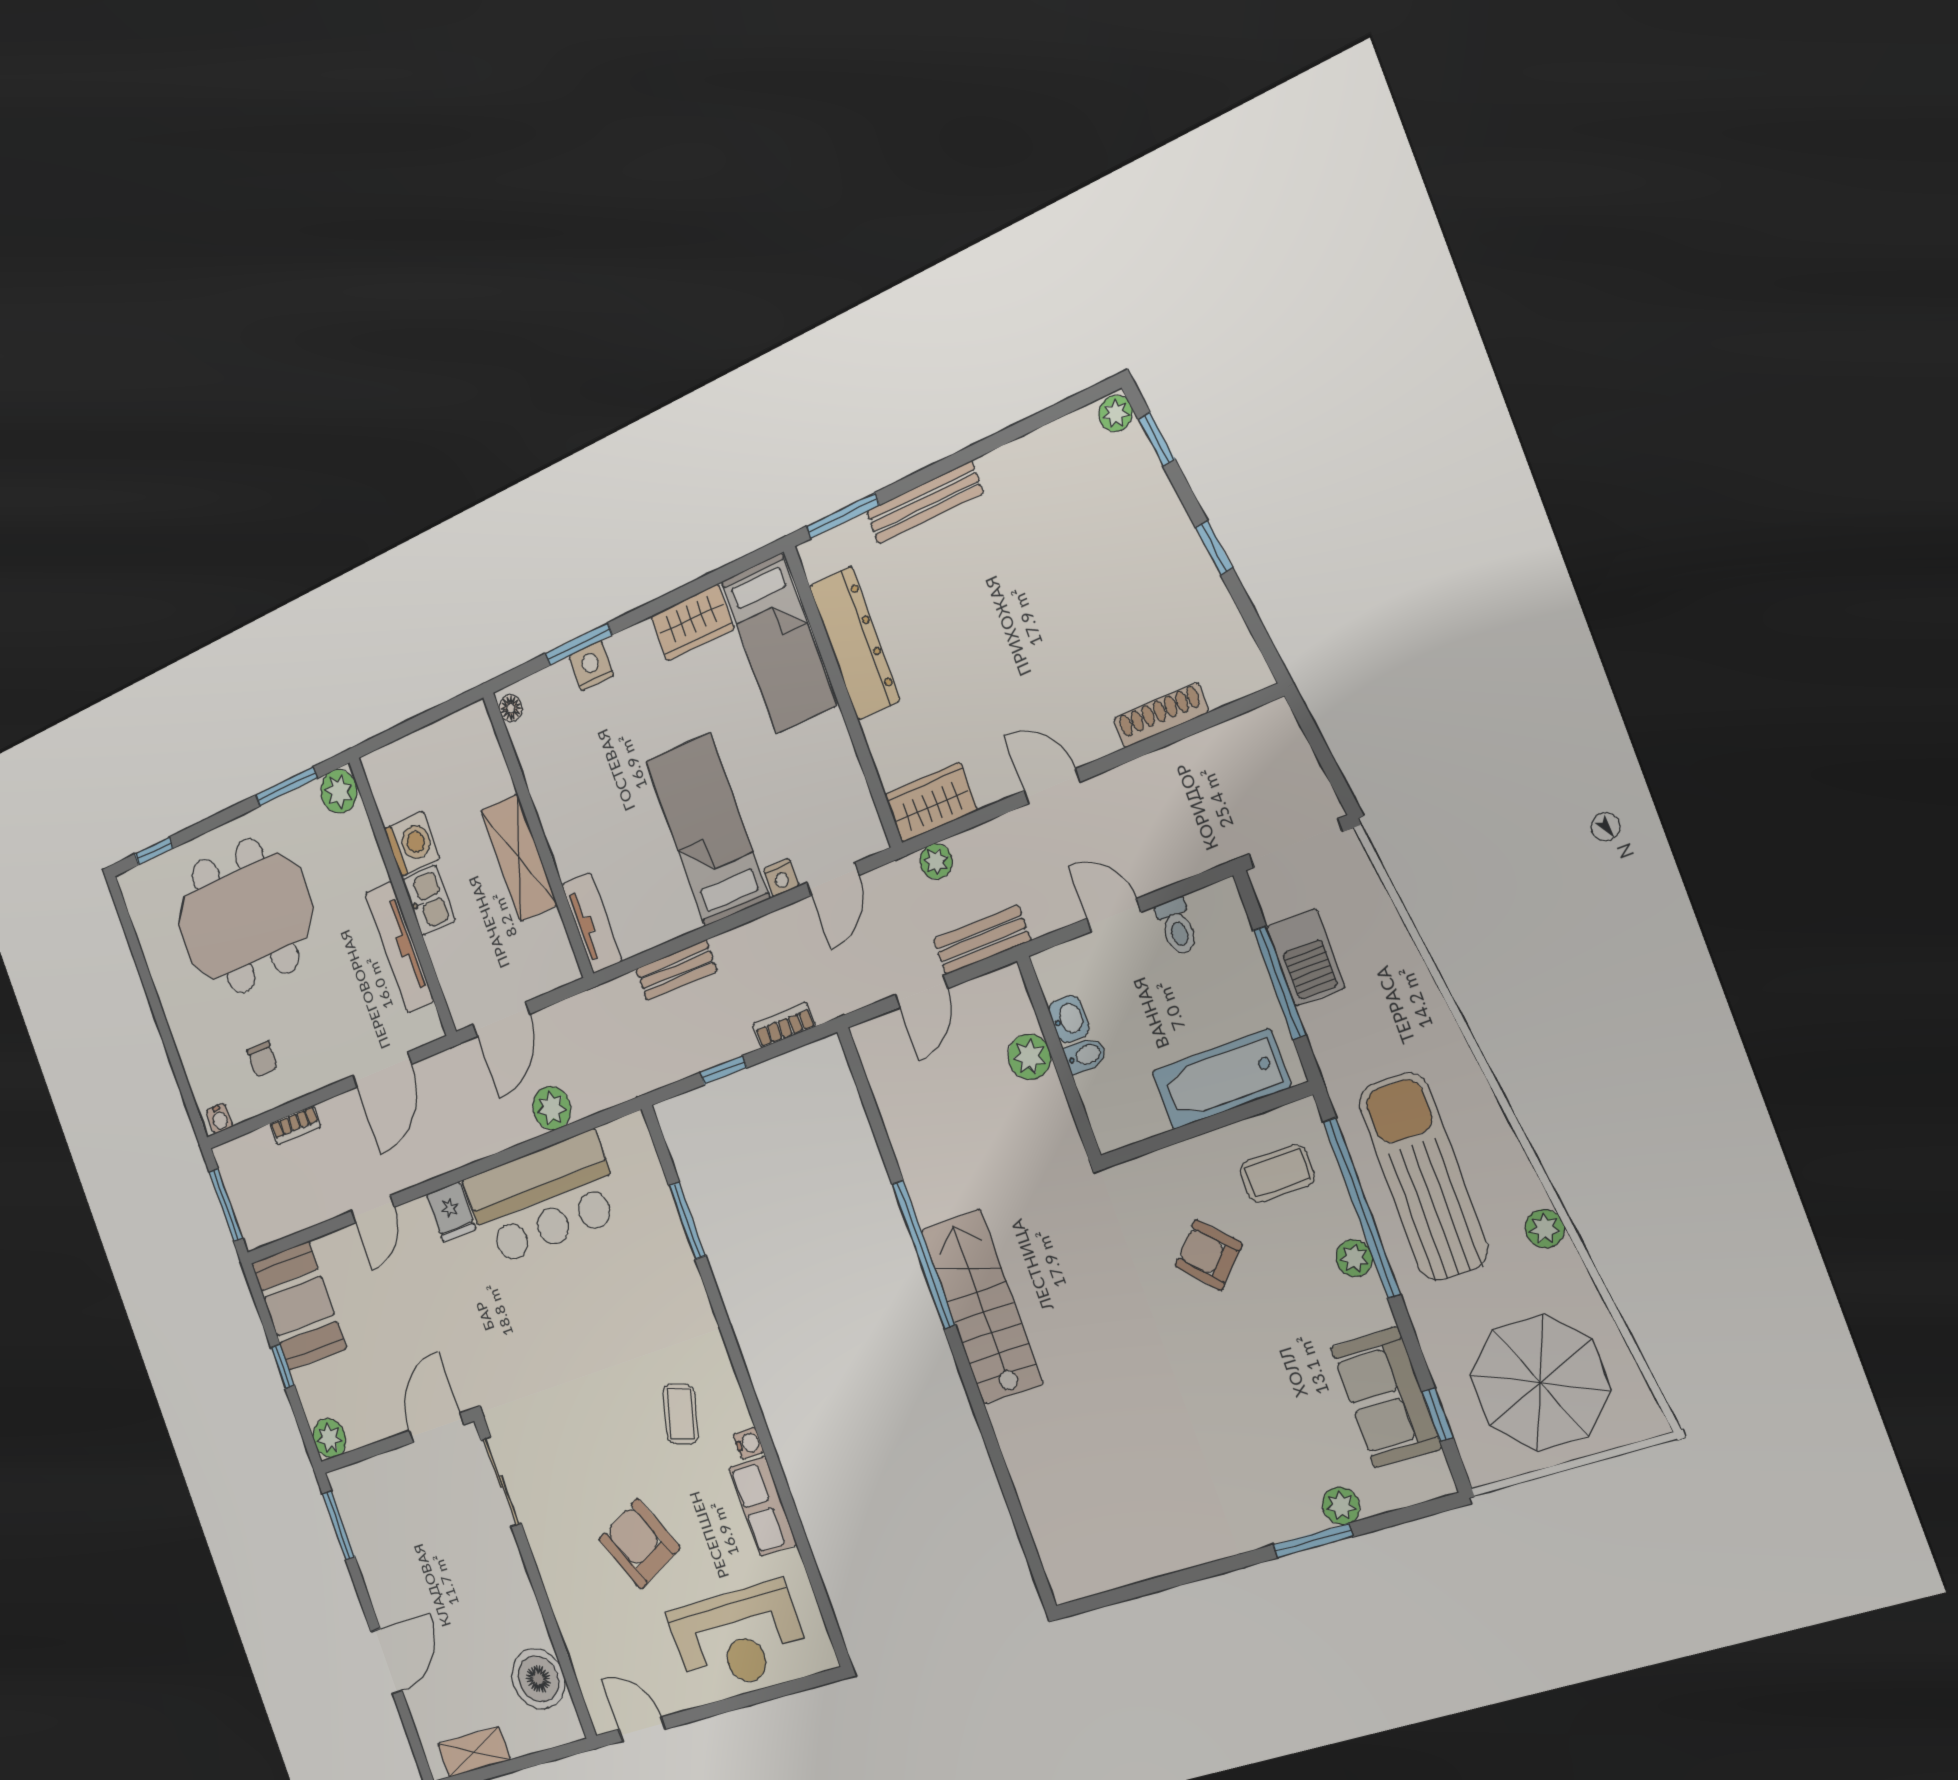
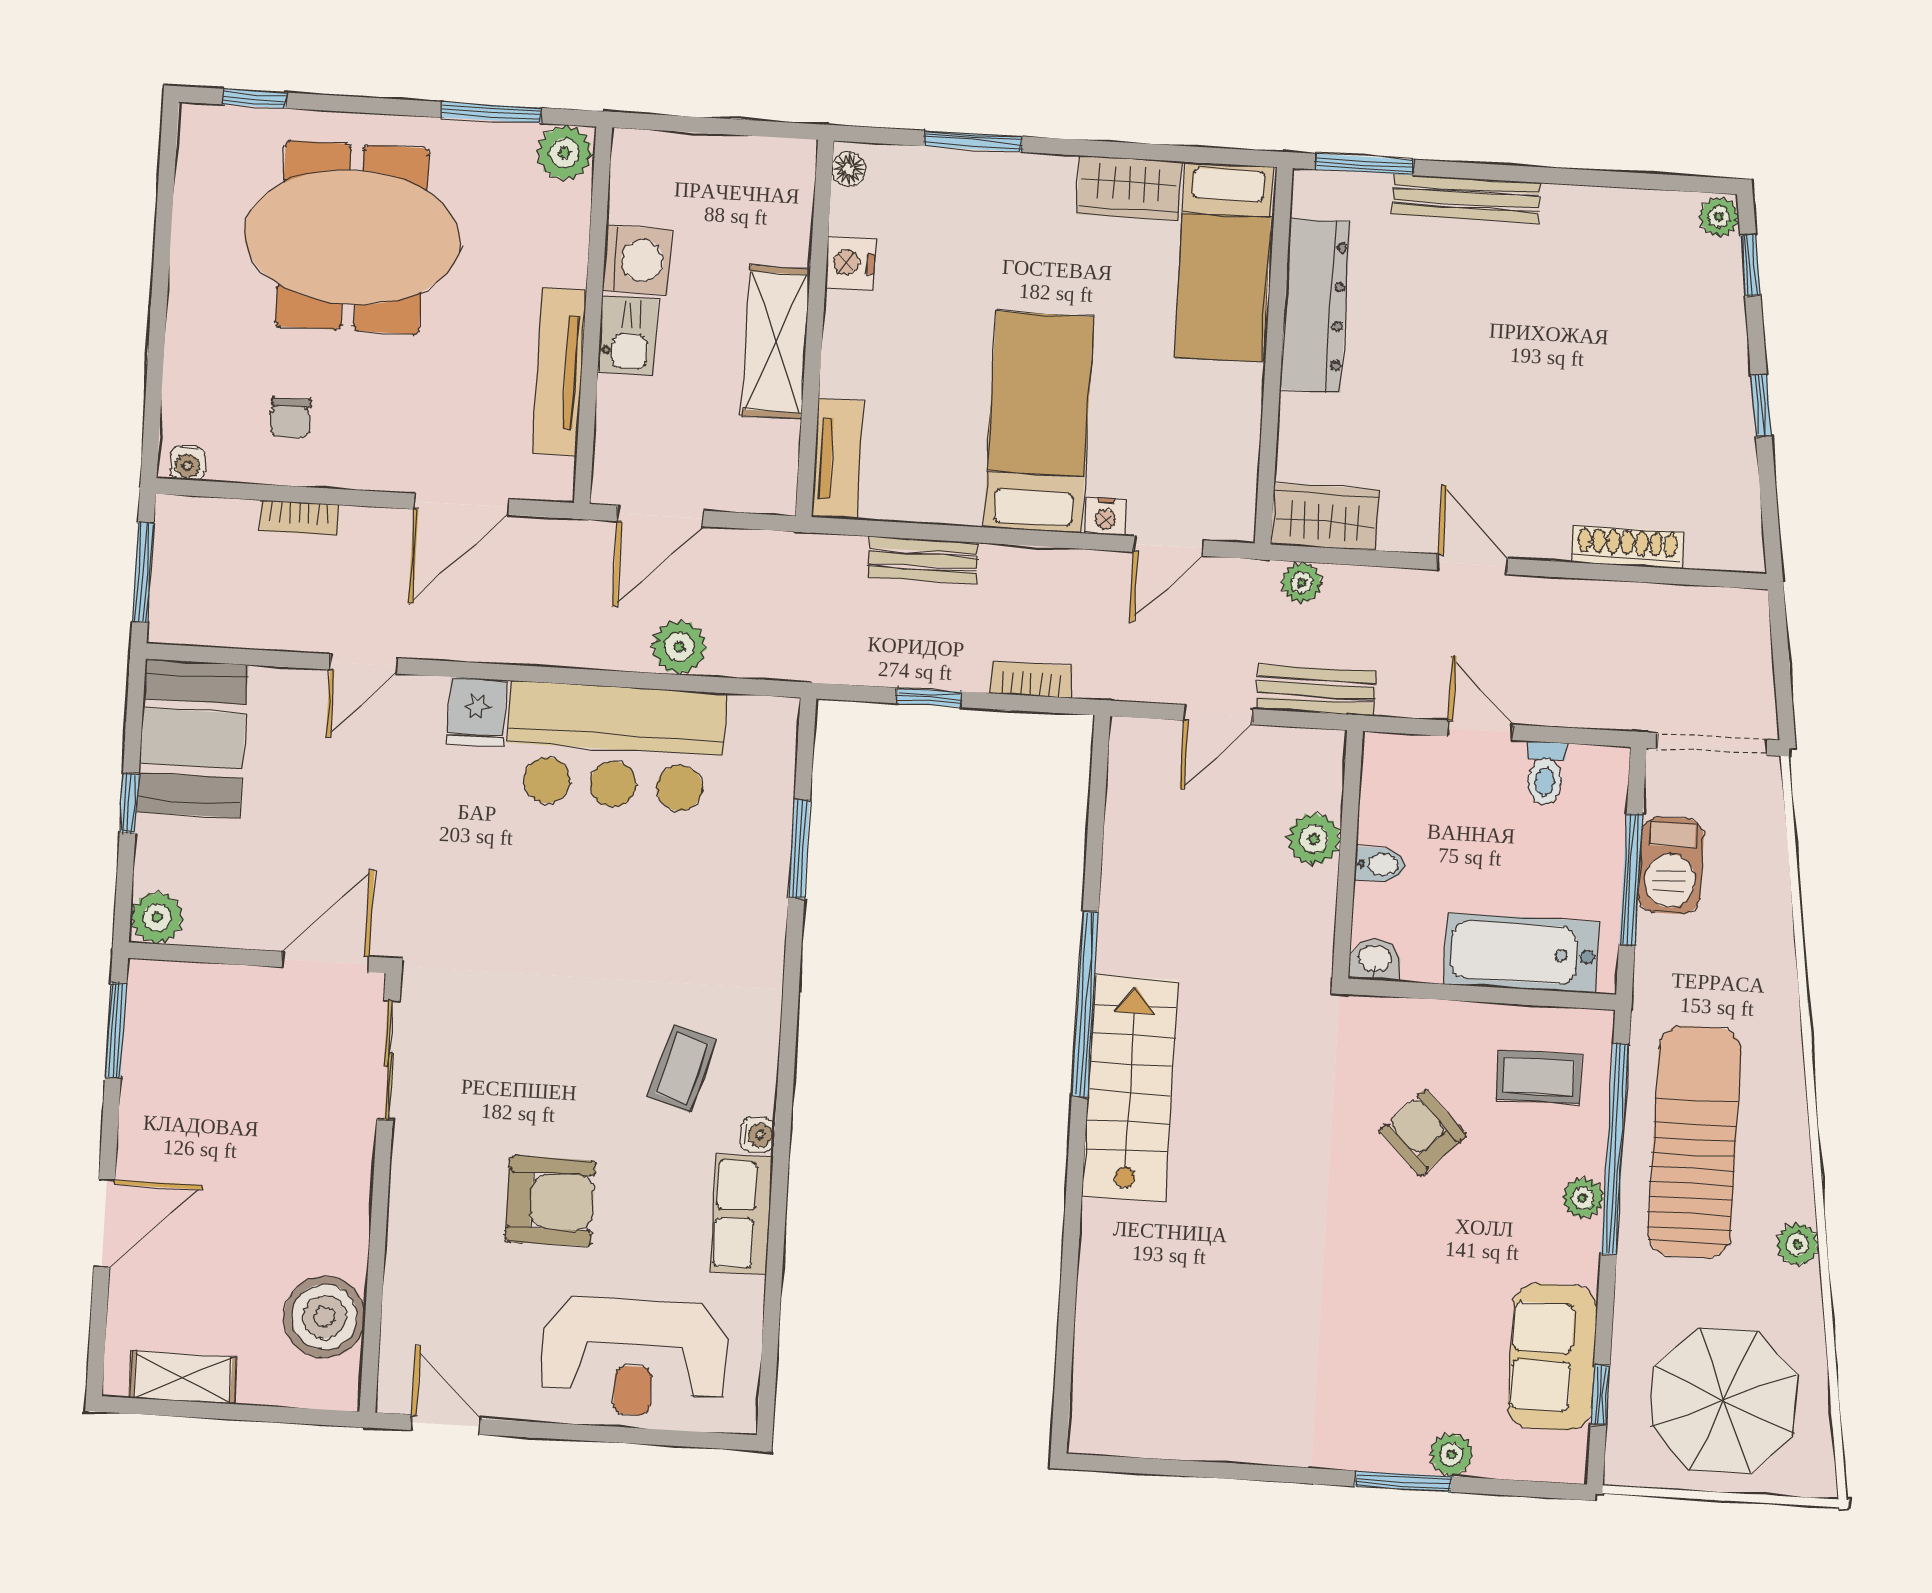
nightstand: (591, 666) -> (850, 263), moved, turned -90
washbasin: (1069, 1019) -> (1375, 960), moved, turned -90
armchair: (639, 1544) -> (550, 1201), turned 115

